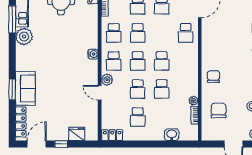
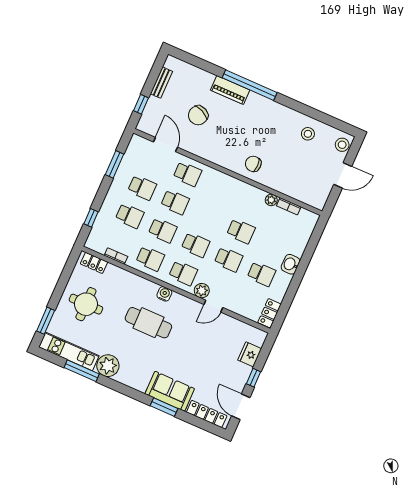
cafe table: (67, 52) -> (148, 323), added
school desk: (162, 61) -> (175, 202), moved
chair: (219, 110) -> (198, 115), moved, turned -65
washbasin: (172, 135) -> (291, 264), moved

